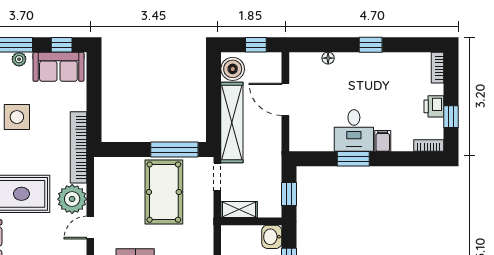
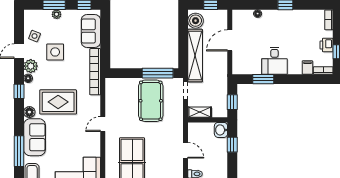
sofa: (58, 67) -> (91, 31), moved, turned 90
door: (285, 99) -> (230, 40), hinge flipped
filing cabinet: (383, 141) -> (307, 68), moved
window: (353, 159) -> (263, 79), moved
plant: (72, 199) -> (91, 105), removed

